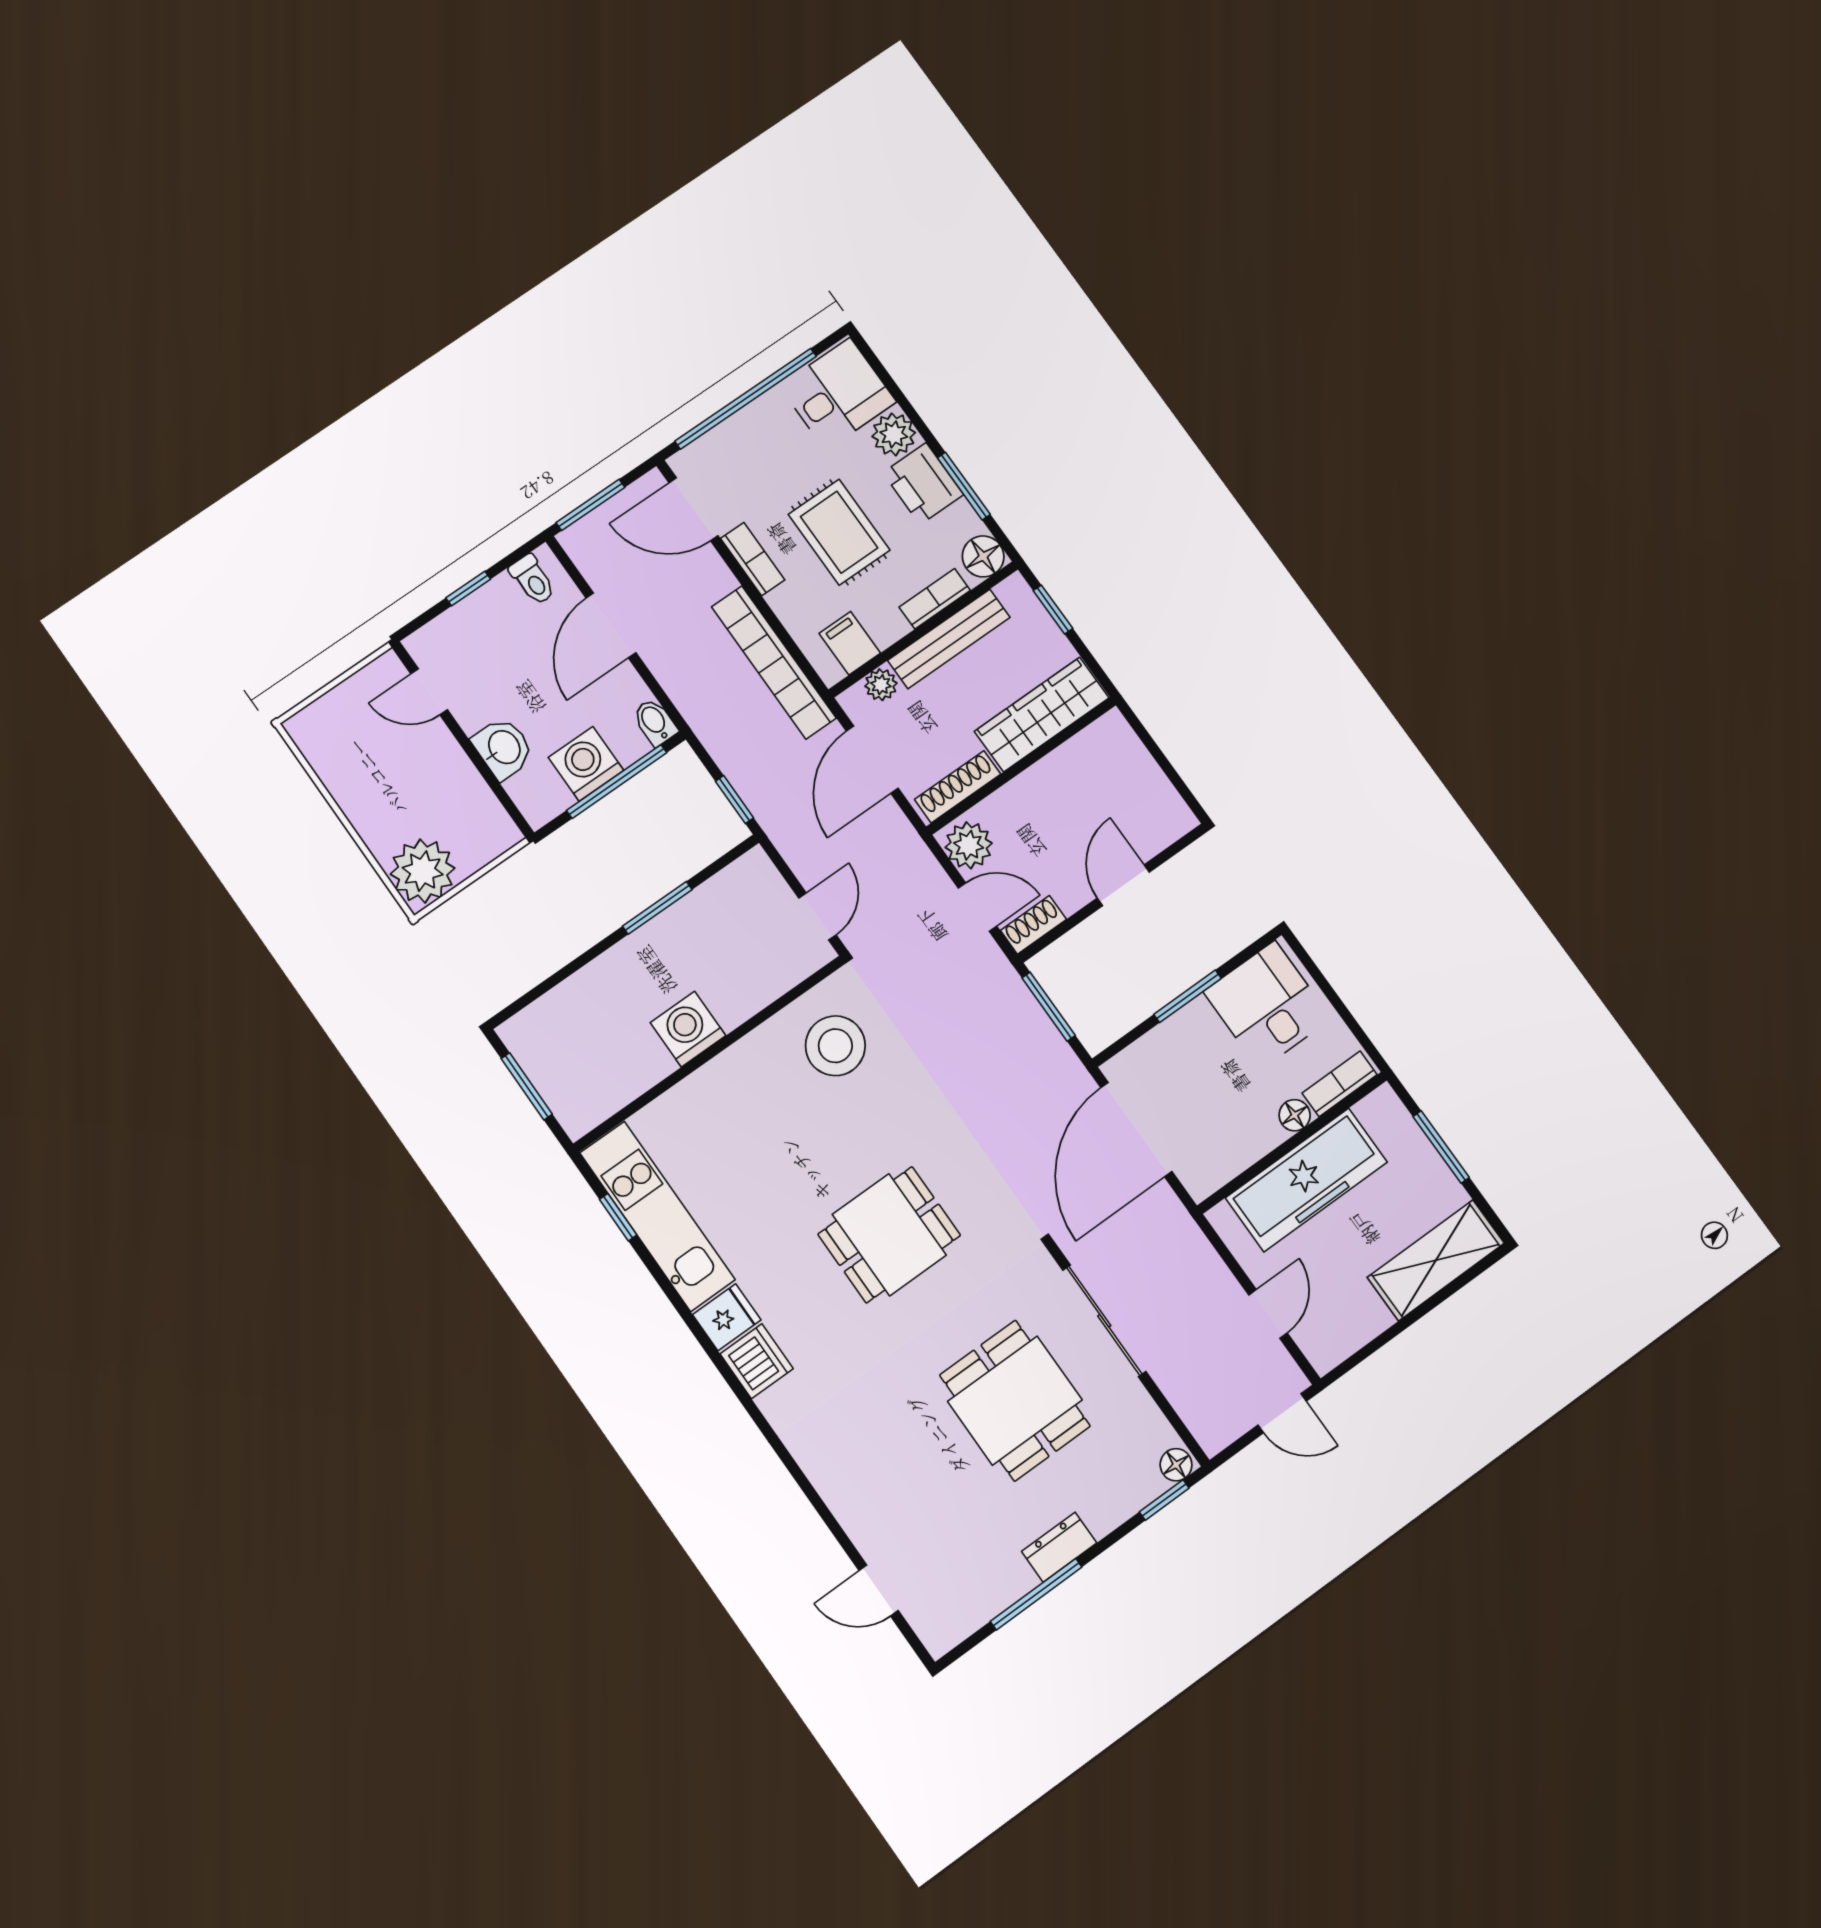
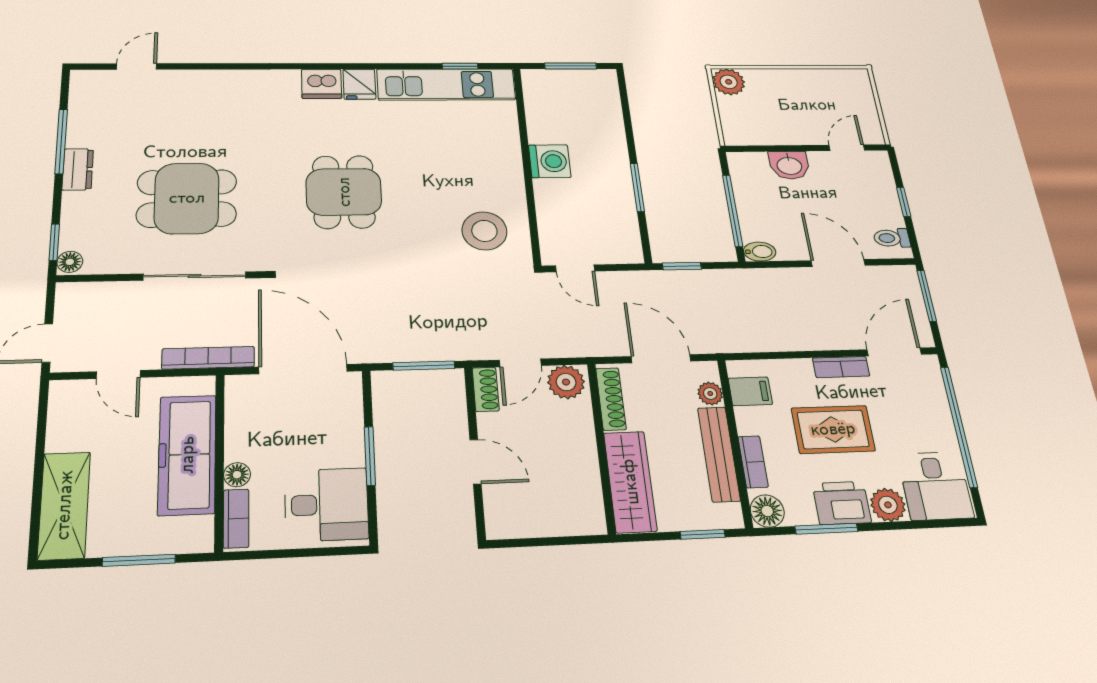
bookcase: (774, 662) -> (208, 358), moved, width x0.68, depth x0.76
washing machine: (586, 764) -> (754, 201), removed
plant: (423, 871) -> (729, 82), width x0.73, depth x0.73

